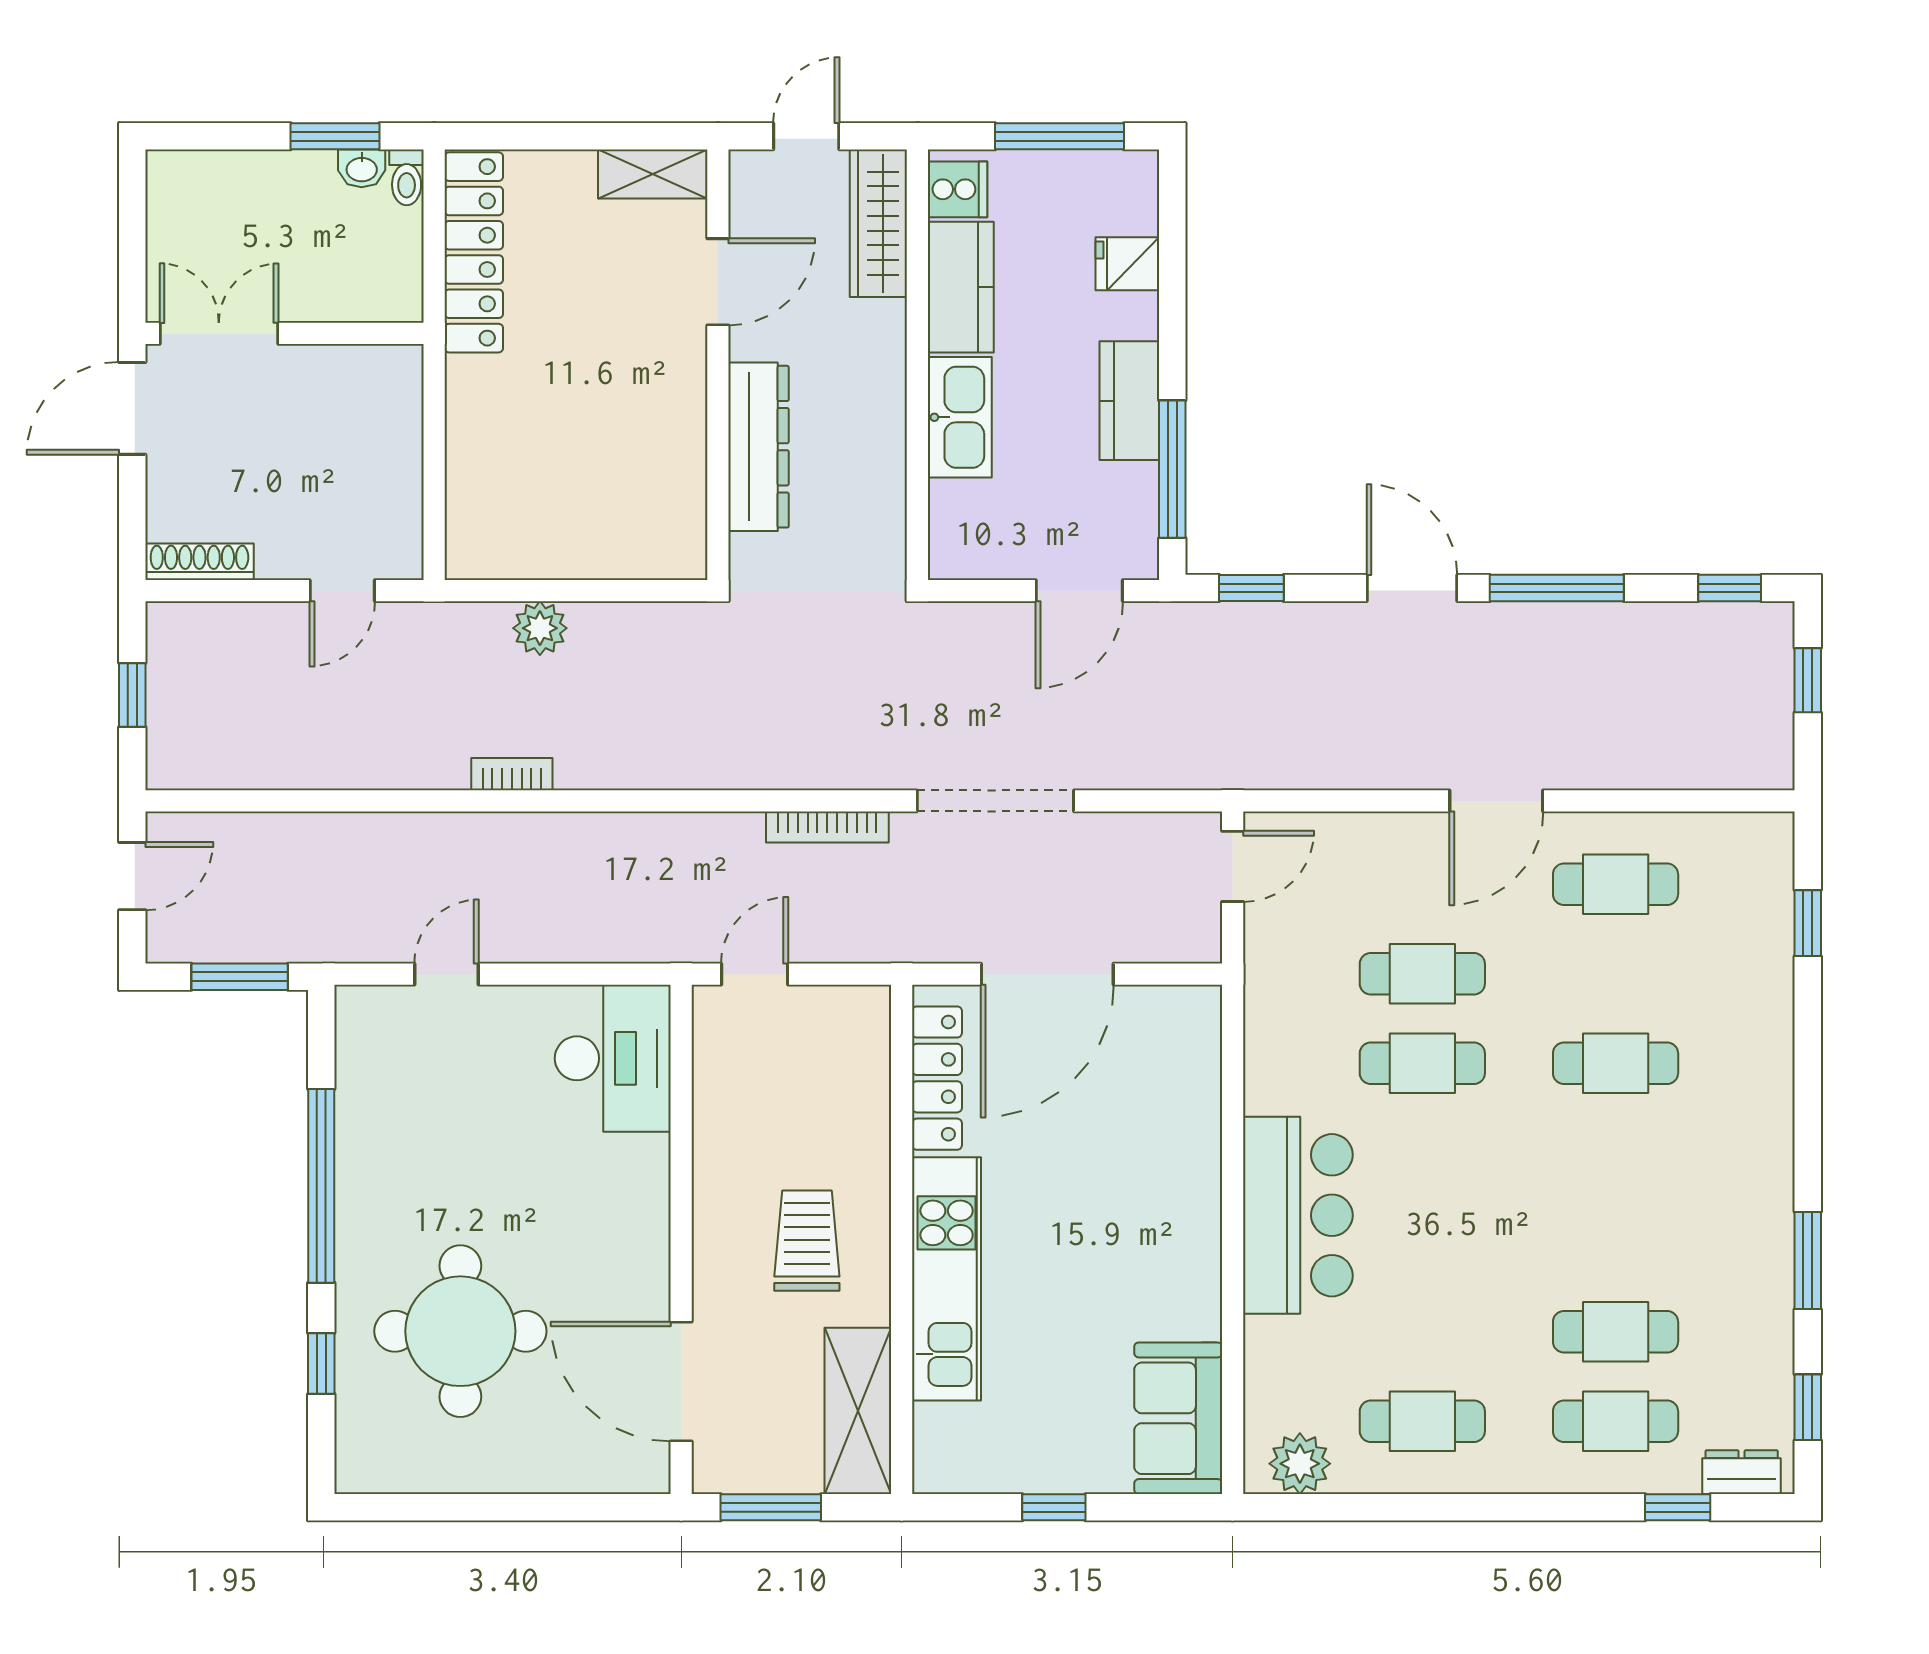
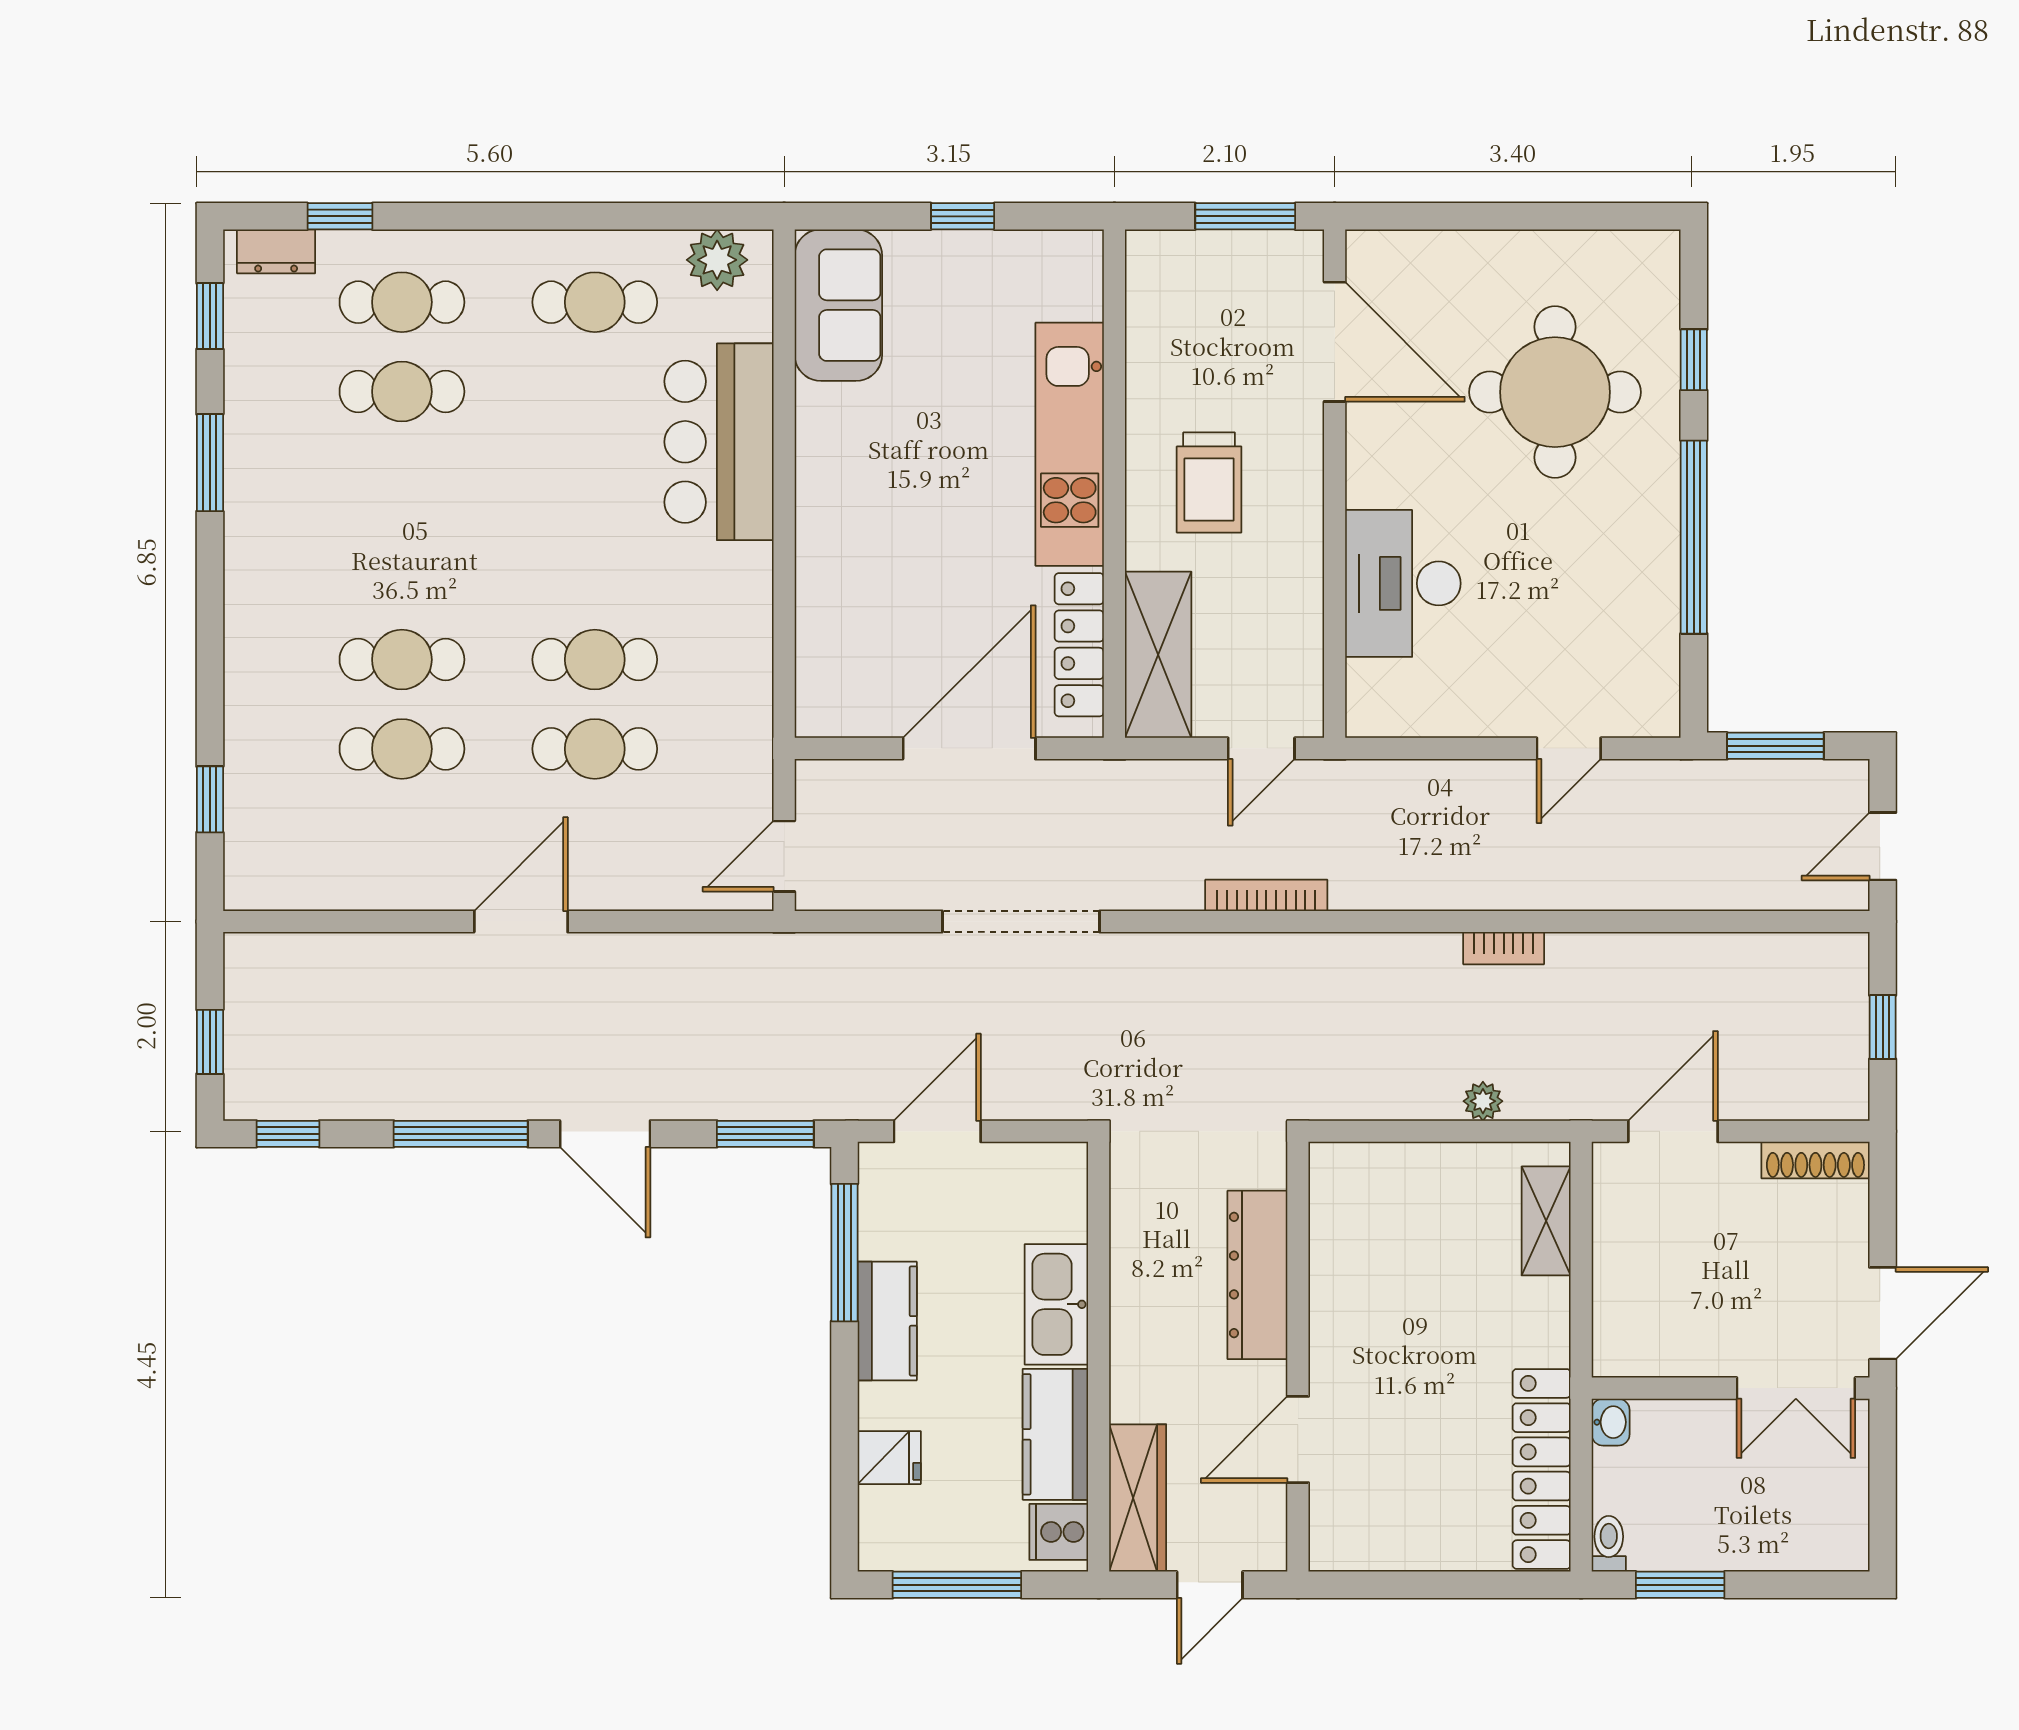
washbasin: (362, 168) -> (1611, 1422), moved, turned 90
shelving: (653, 174) -> (1546, 1221), moved, turned 90
window: (1251, 588) -> (765, 1134), width x1.50
door: (342, 591) -> (1673, 1131), width x1.38
plant: (540, 628) -> (1483, 1101), width x0.73, depth x0.73
bookcase: (827, 827) -> (1266, 895), moved
cafe table: (1616, 884) -> (402, 749), moved
desk: (613, 1058) -> (1403, 583), moved
bar counter: (1298, 1215) -> (719, 442), moved
shelving: (858, 1411) -> (1158, 655), moved

